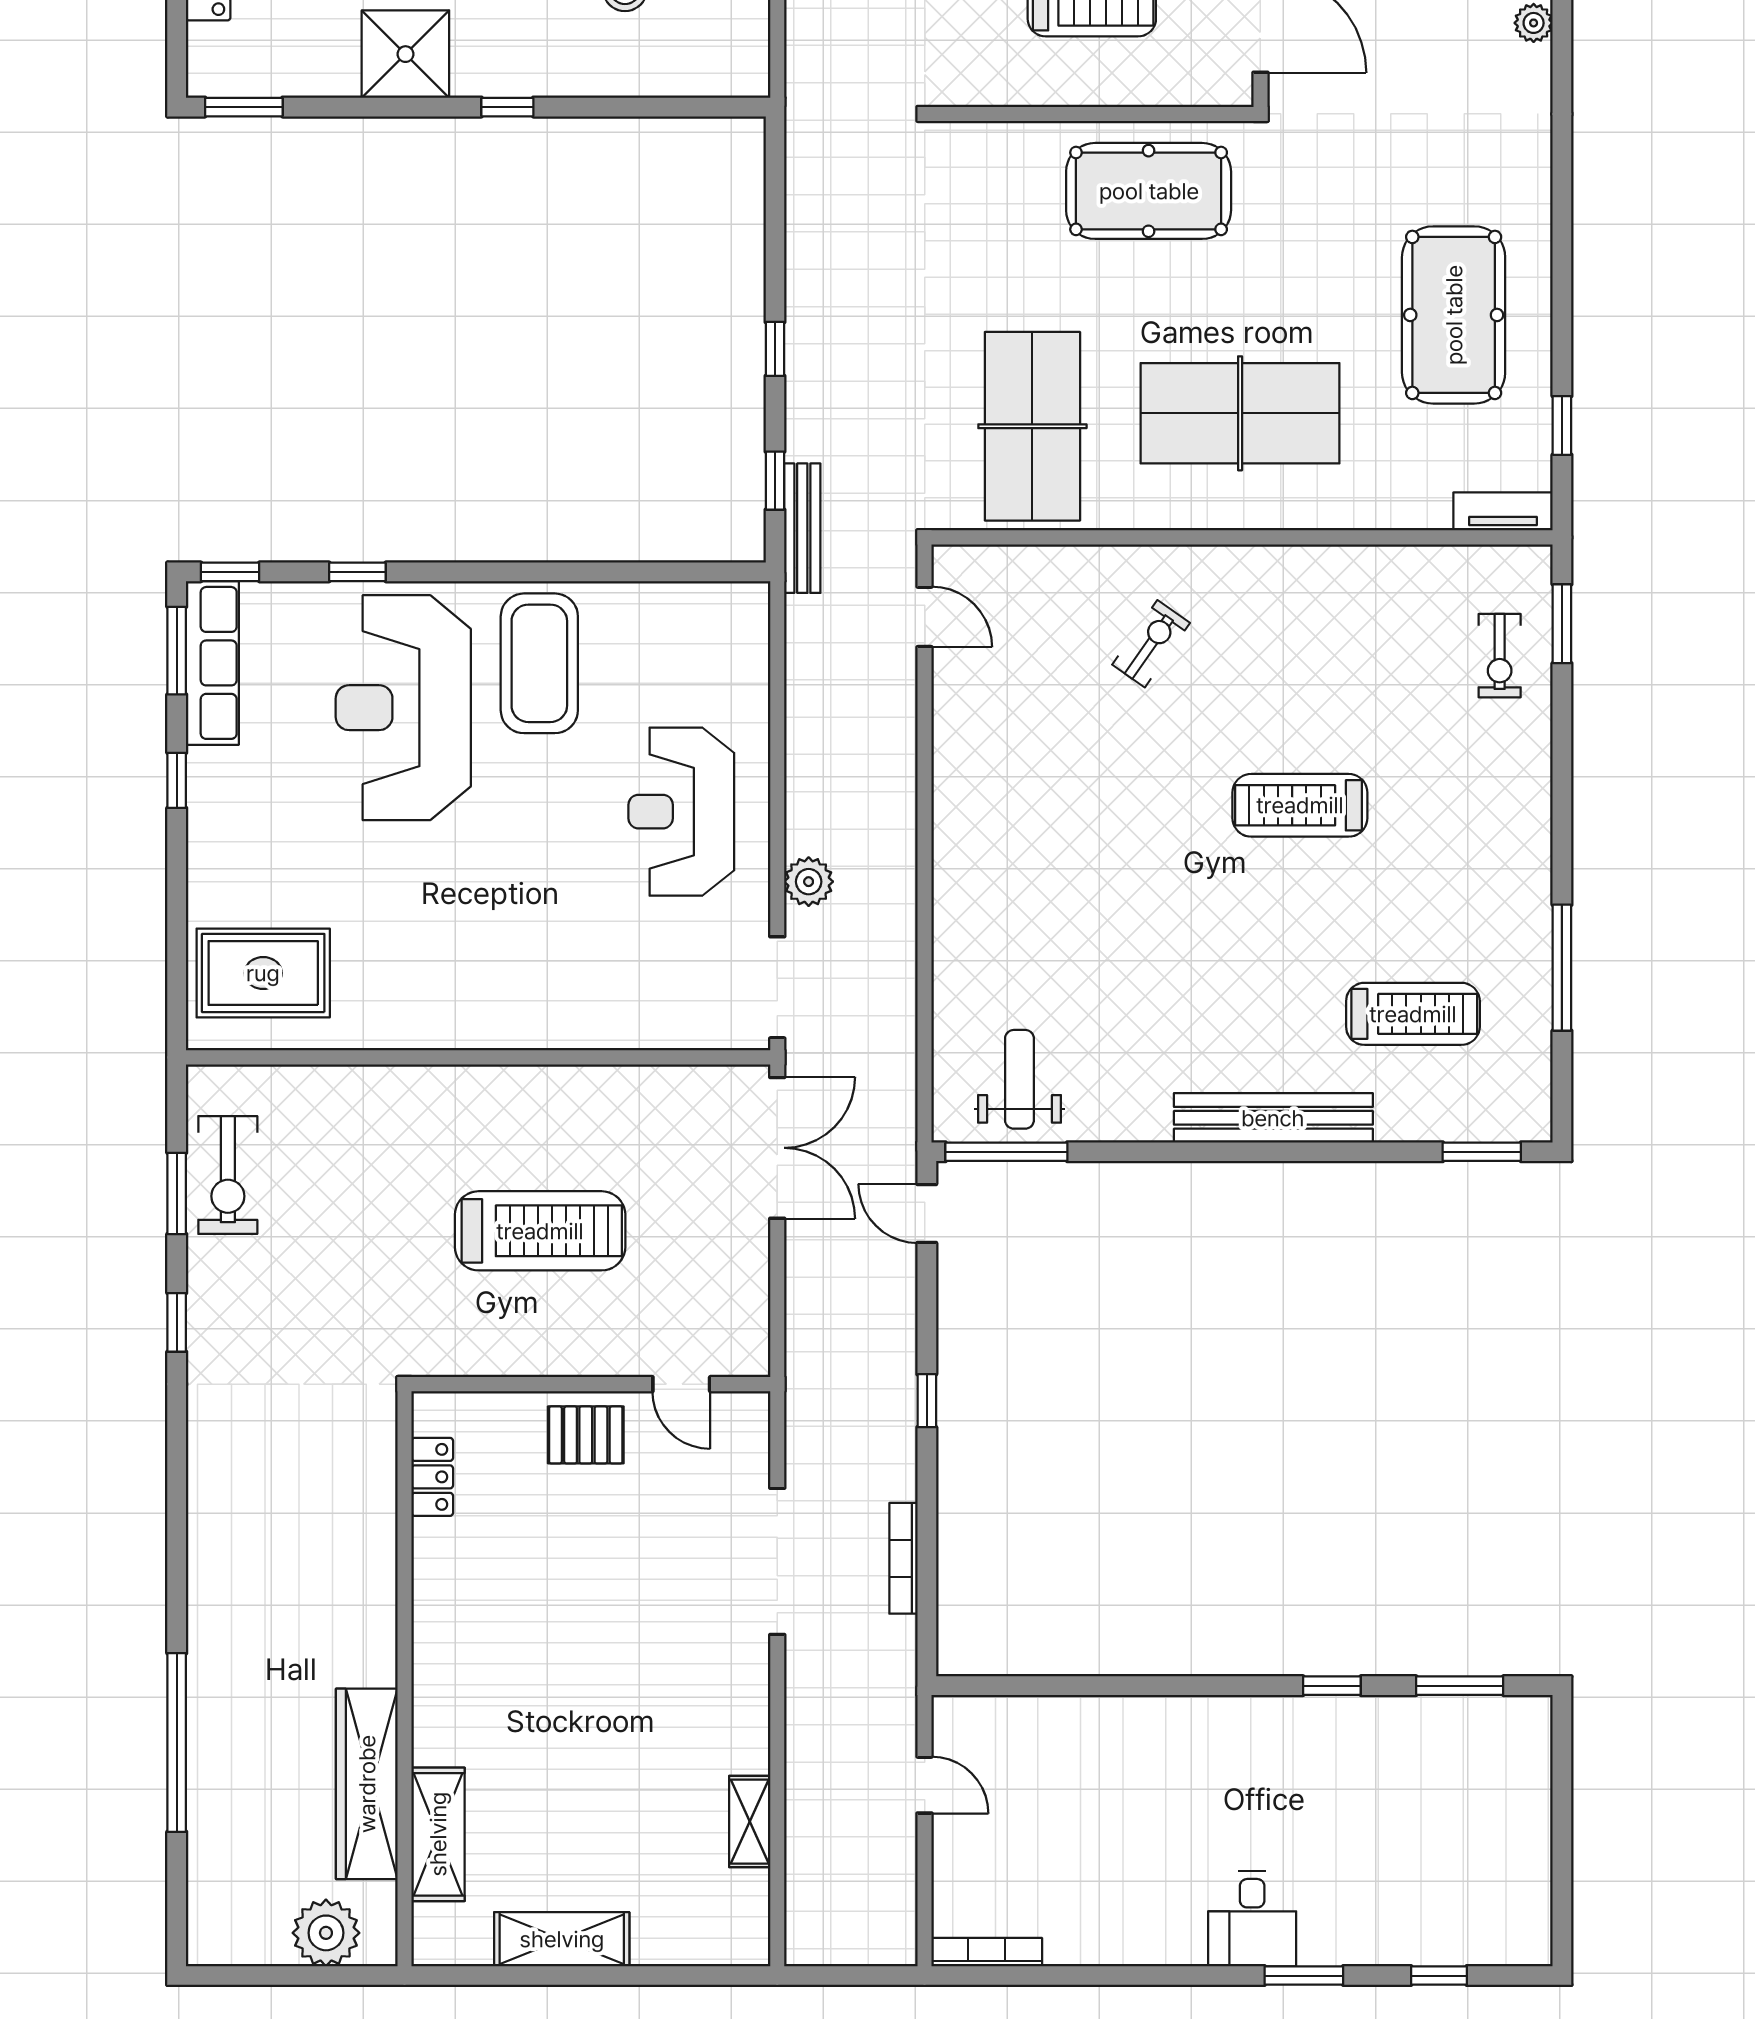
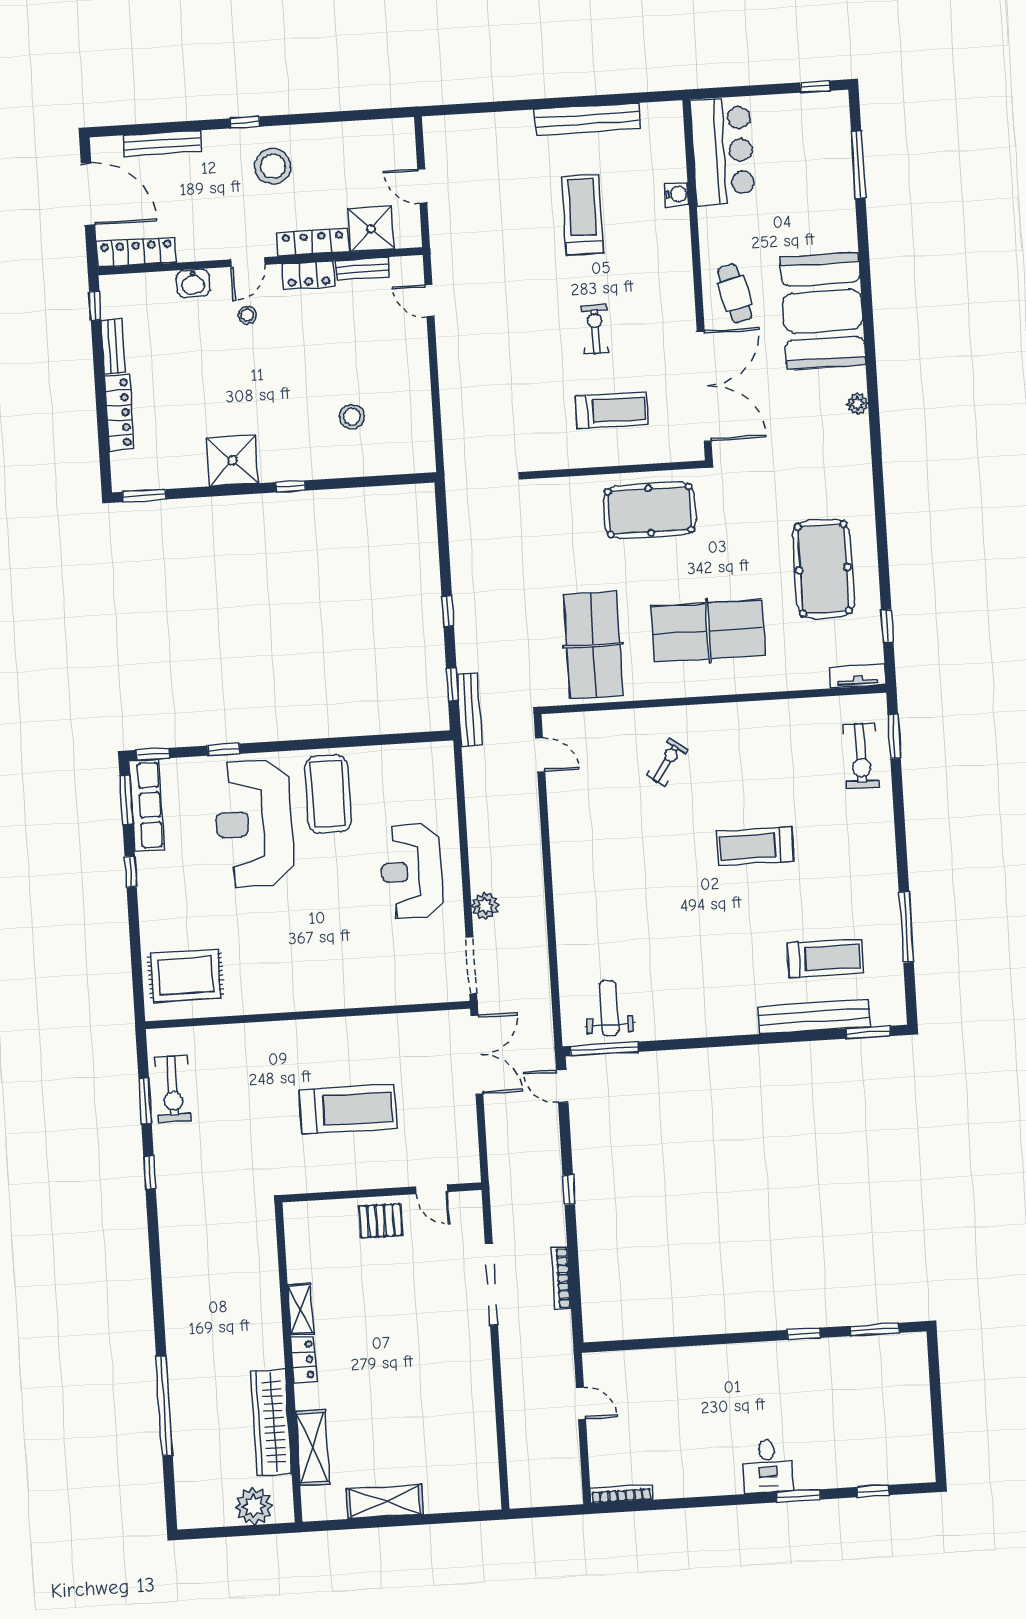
exercise bike: (1500, 656) -> (861, 756), width x1.38, depth x1.39
bench: (1273, 1118) -> (814, 1017), moved
locker: (432, 1477) -> (304, 1360), moved
shelving: (750, 1822) -> (300, 1309), moved

